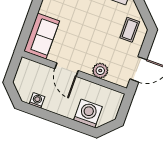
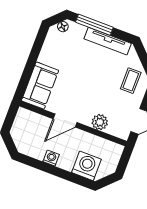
door: (66, 70) -> (65, 121), hinge flipped
washing machine: (37, 100) -> (51, 158), moved

